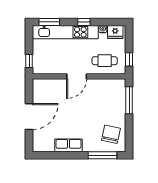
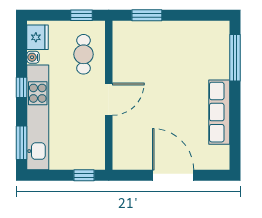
door: (77, 76) -> (109, 99), hinge flipped
window: (129, 100) -> (147, 15), width x0.69
chair: (111, 134) -> (201, 44), removed
row of seats: (69, 145) -> (219, 112), width x1.48

